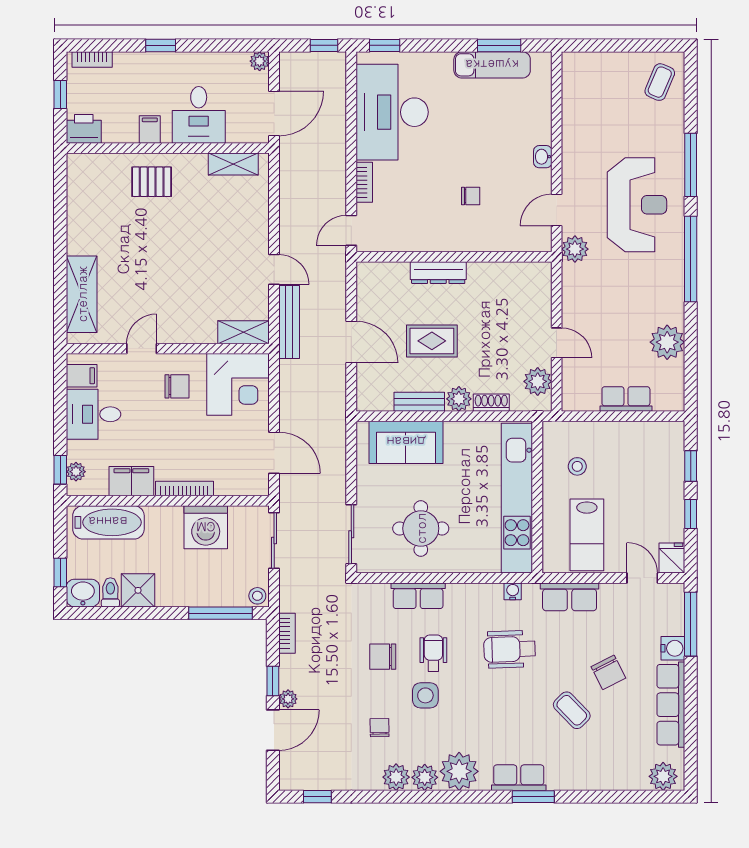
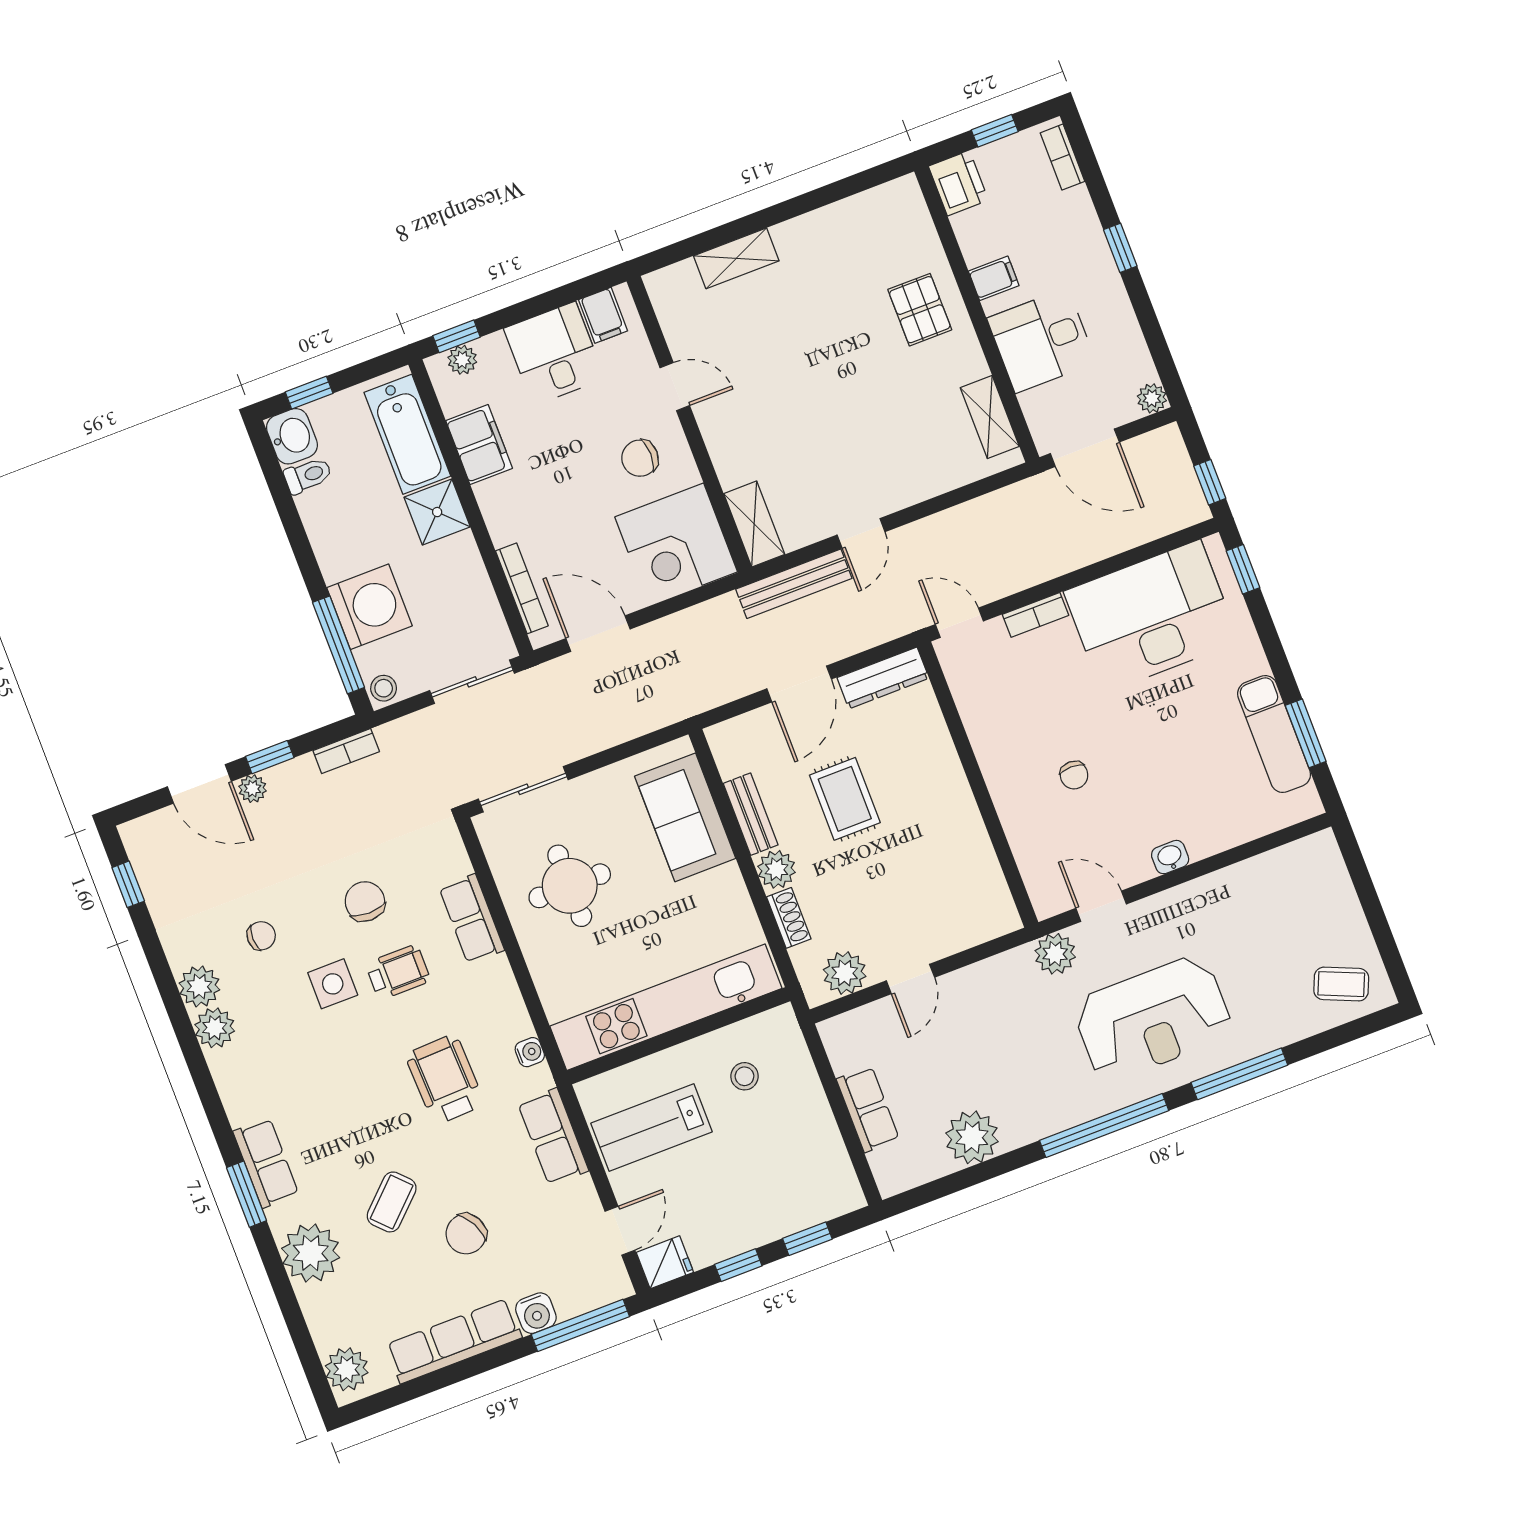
dresser: (438, 273) -> (883, 678), moved, turned -90
shelving: (82, 294) -> (736, 258), width x0.67, depth x0.75
chair: (177, 386) -> (640, 458), turned 90
door: (274, 453) -> (598, 634), swing flipped
bookcase: (184, 489) -> (522, 588), moved
washing machine: (206, 527) -> (370, 607), moved, turned 180
shower: (138, 590) -> (437, 512), moved
plant: (459, 771) -> (311, 1253), moved

